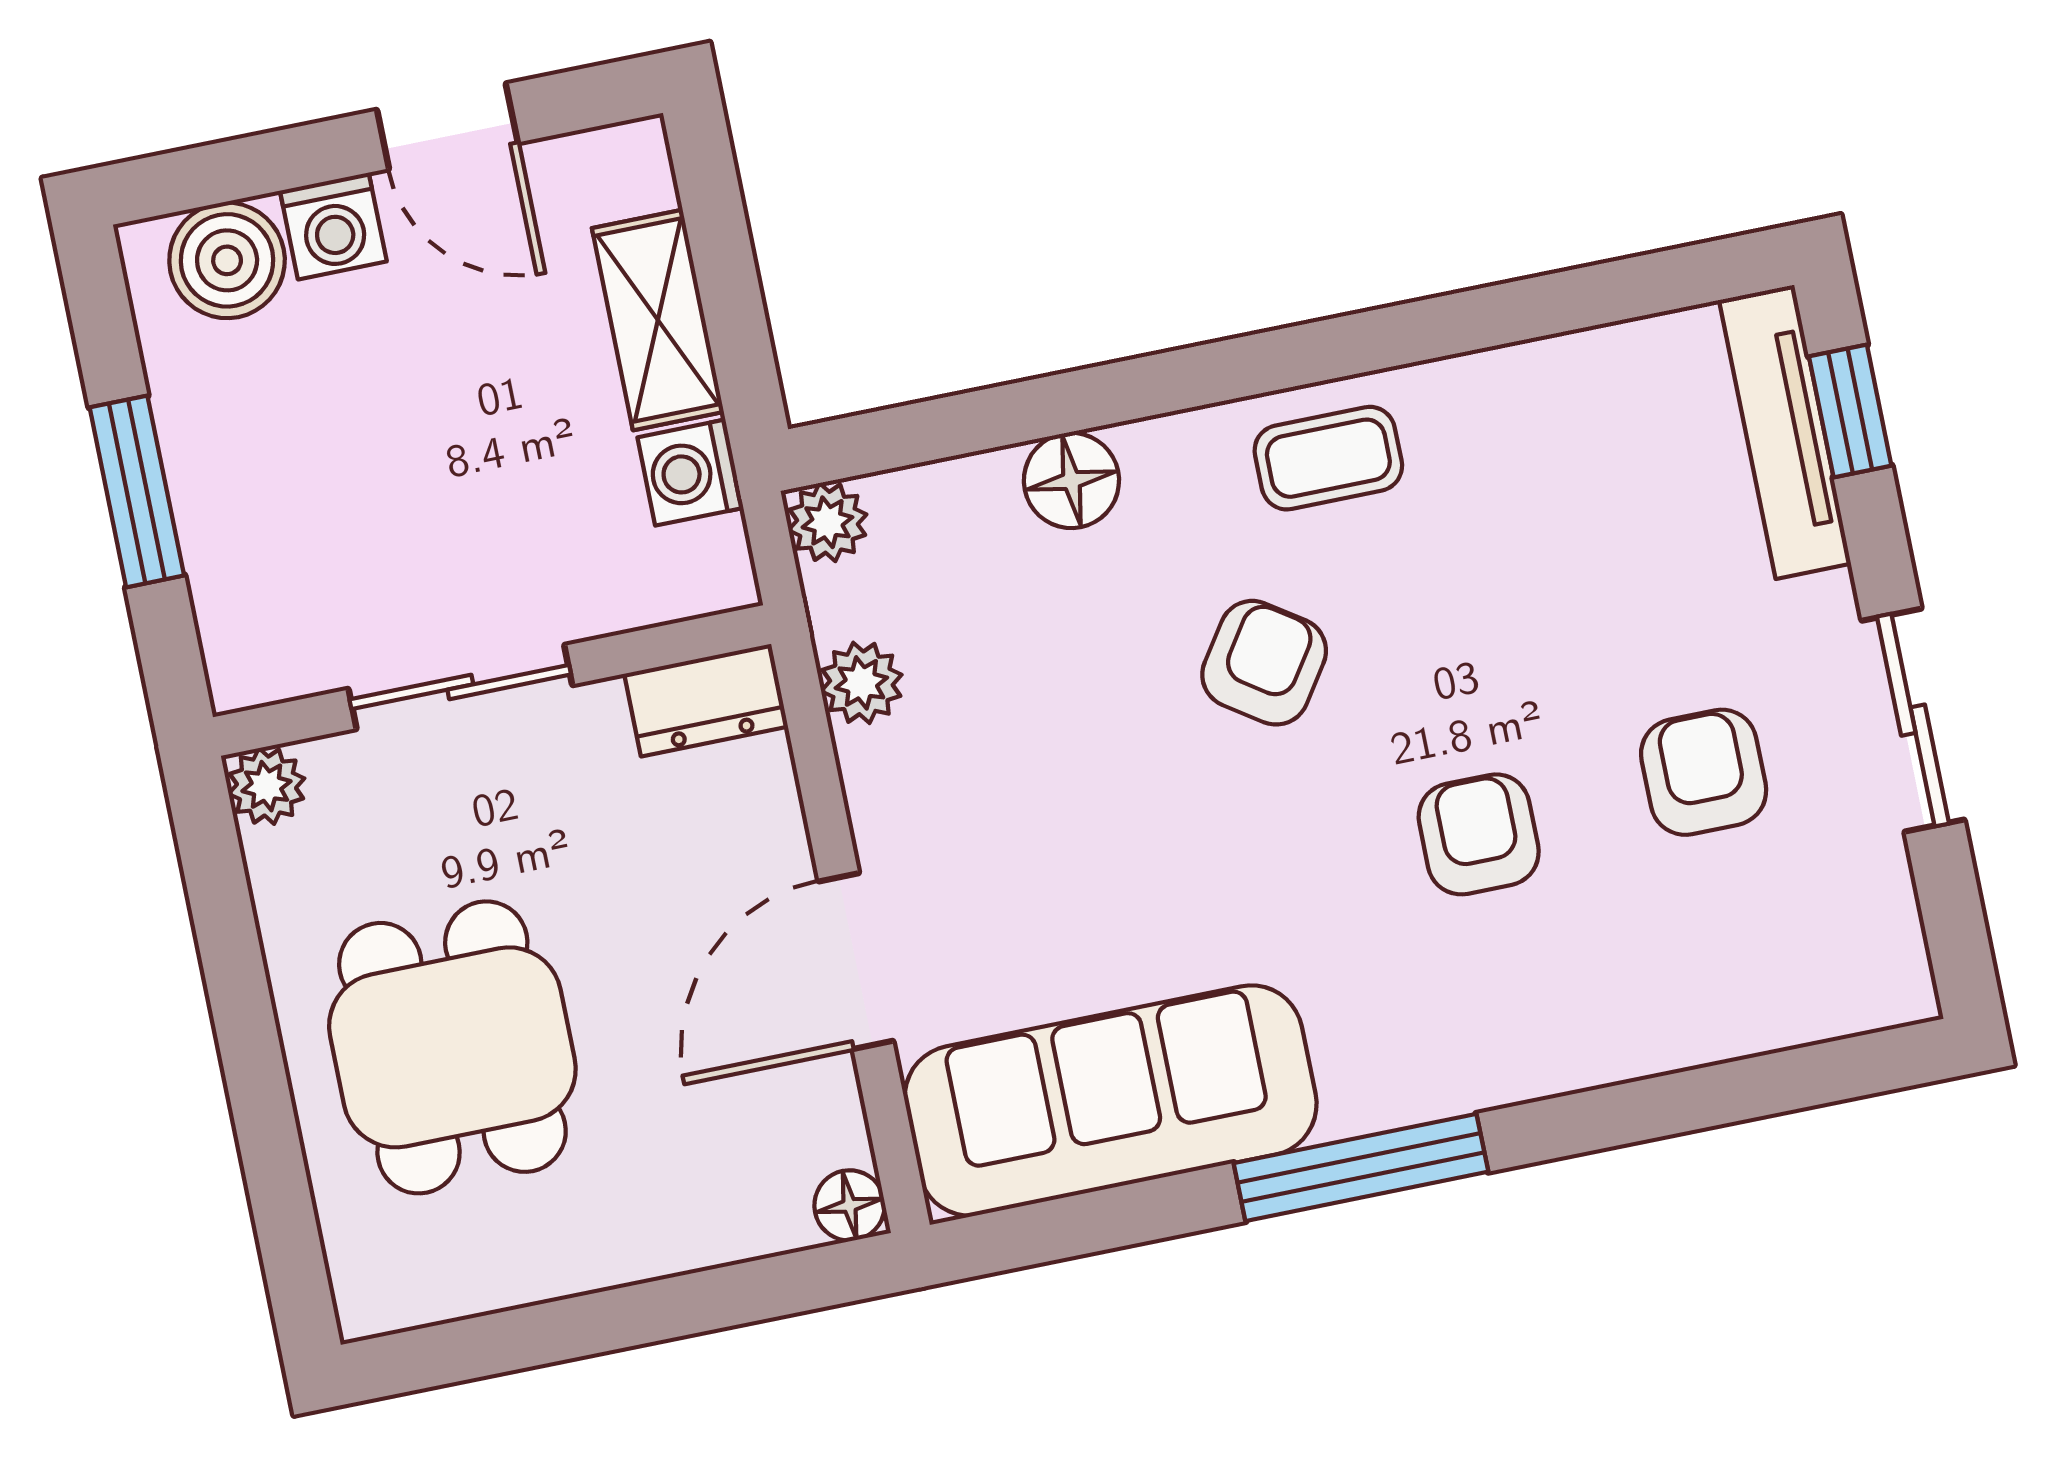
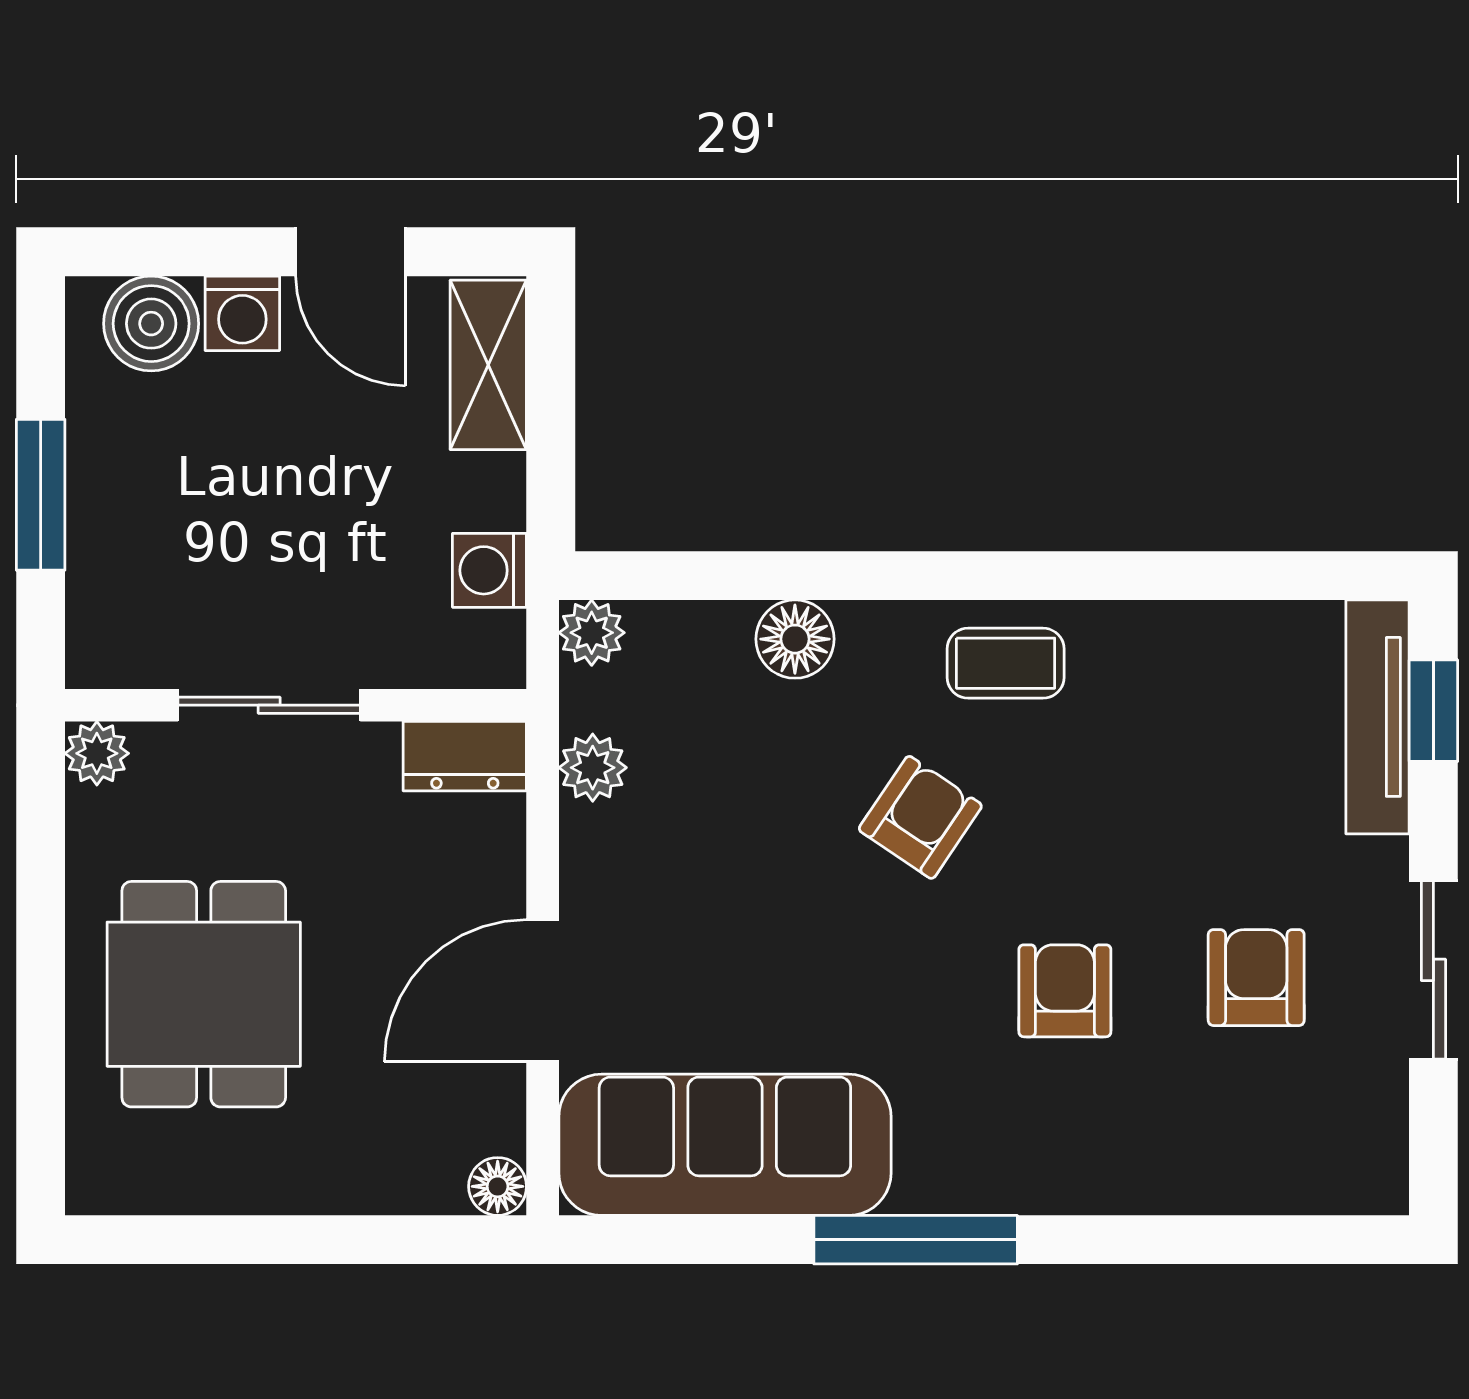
shelving: (658, 320) -> (488, 365), moved

